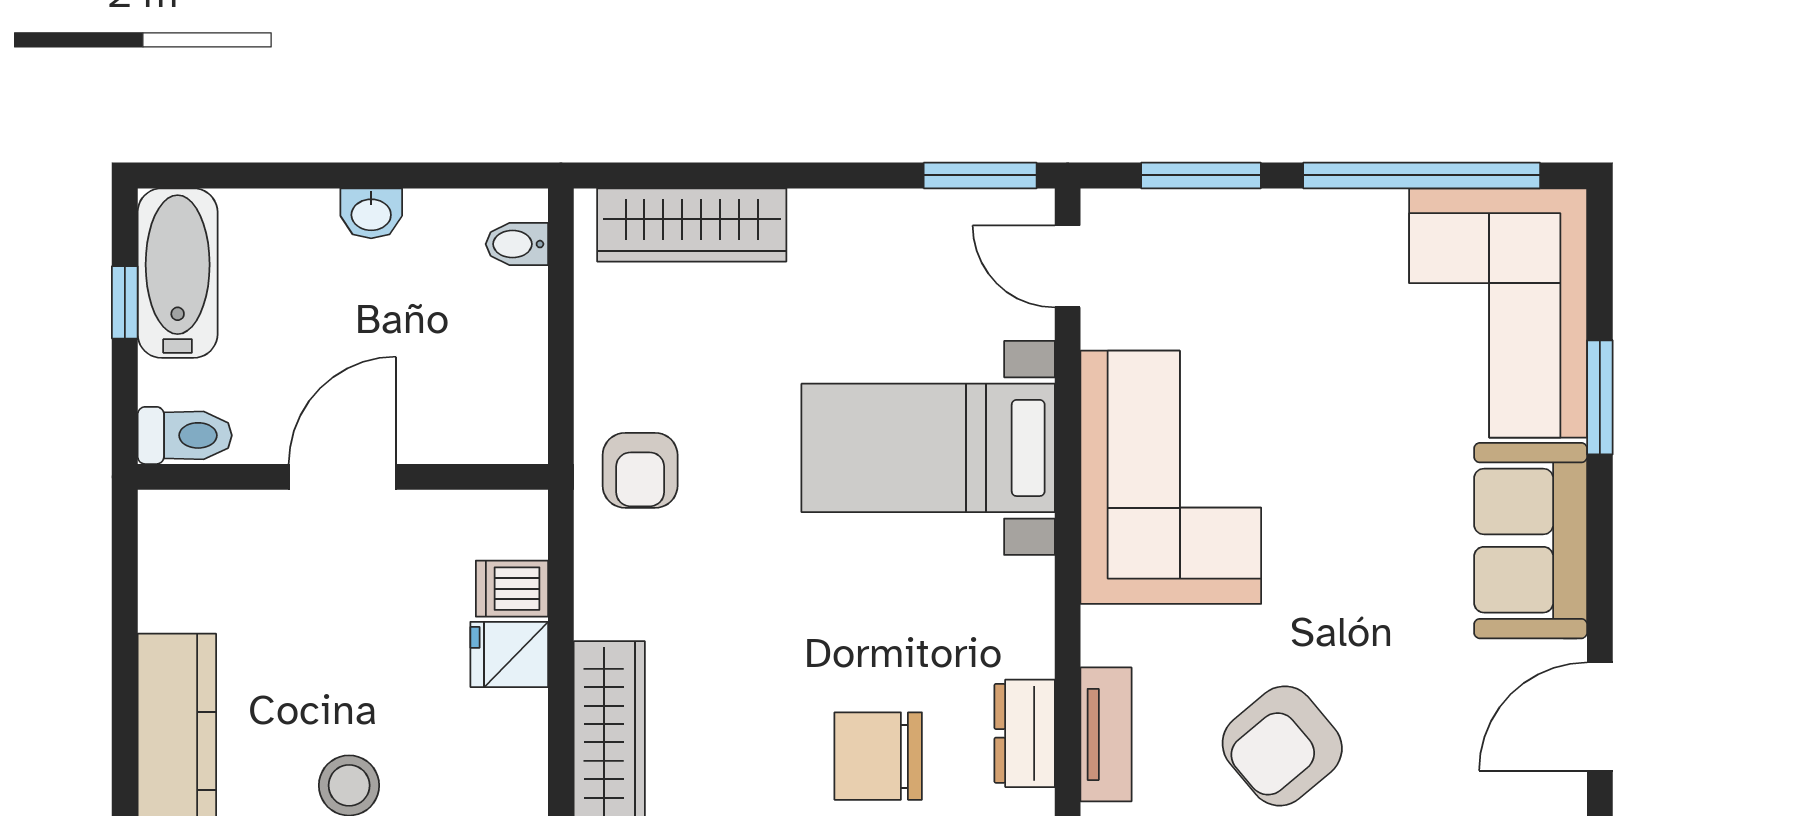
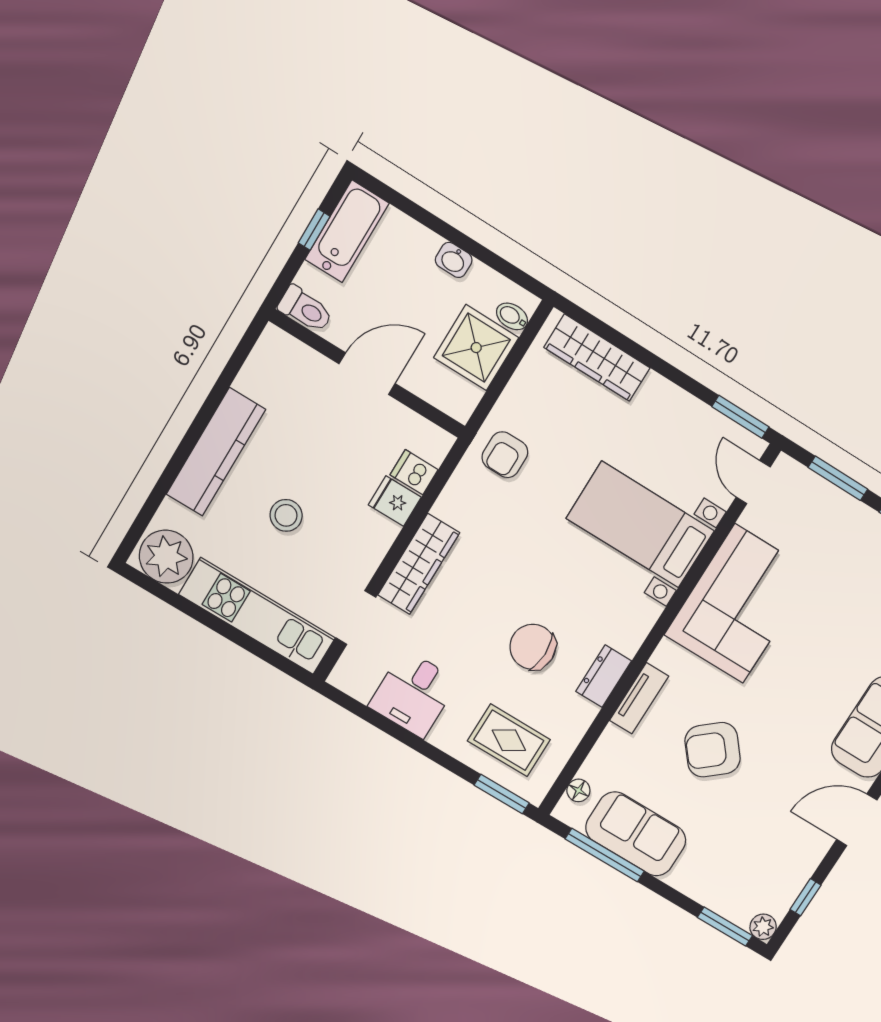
shower: (490, 328) -> (476, 348), added

